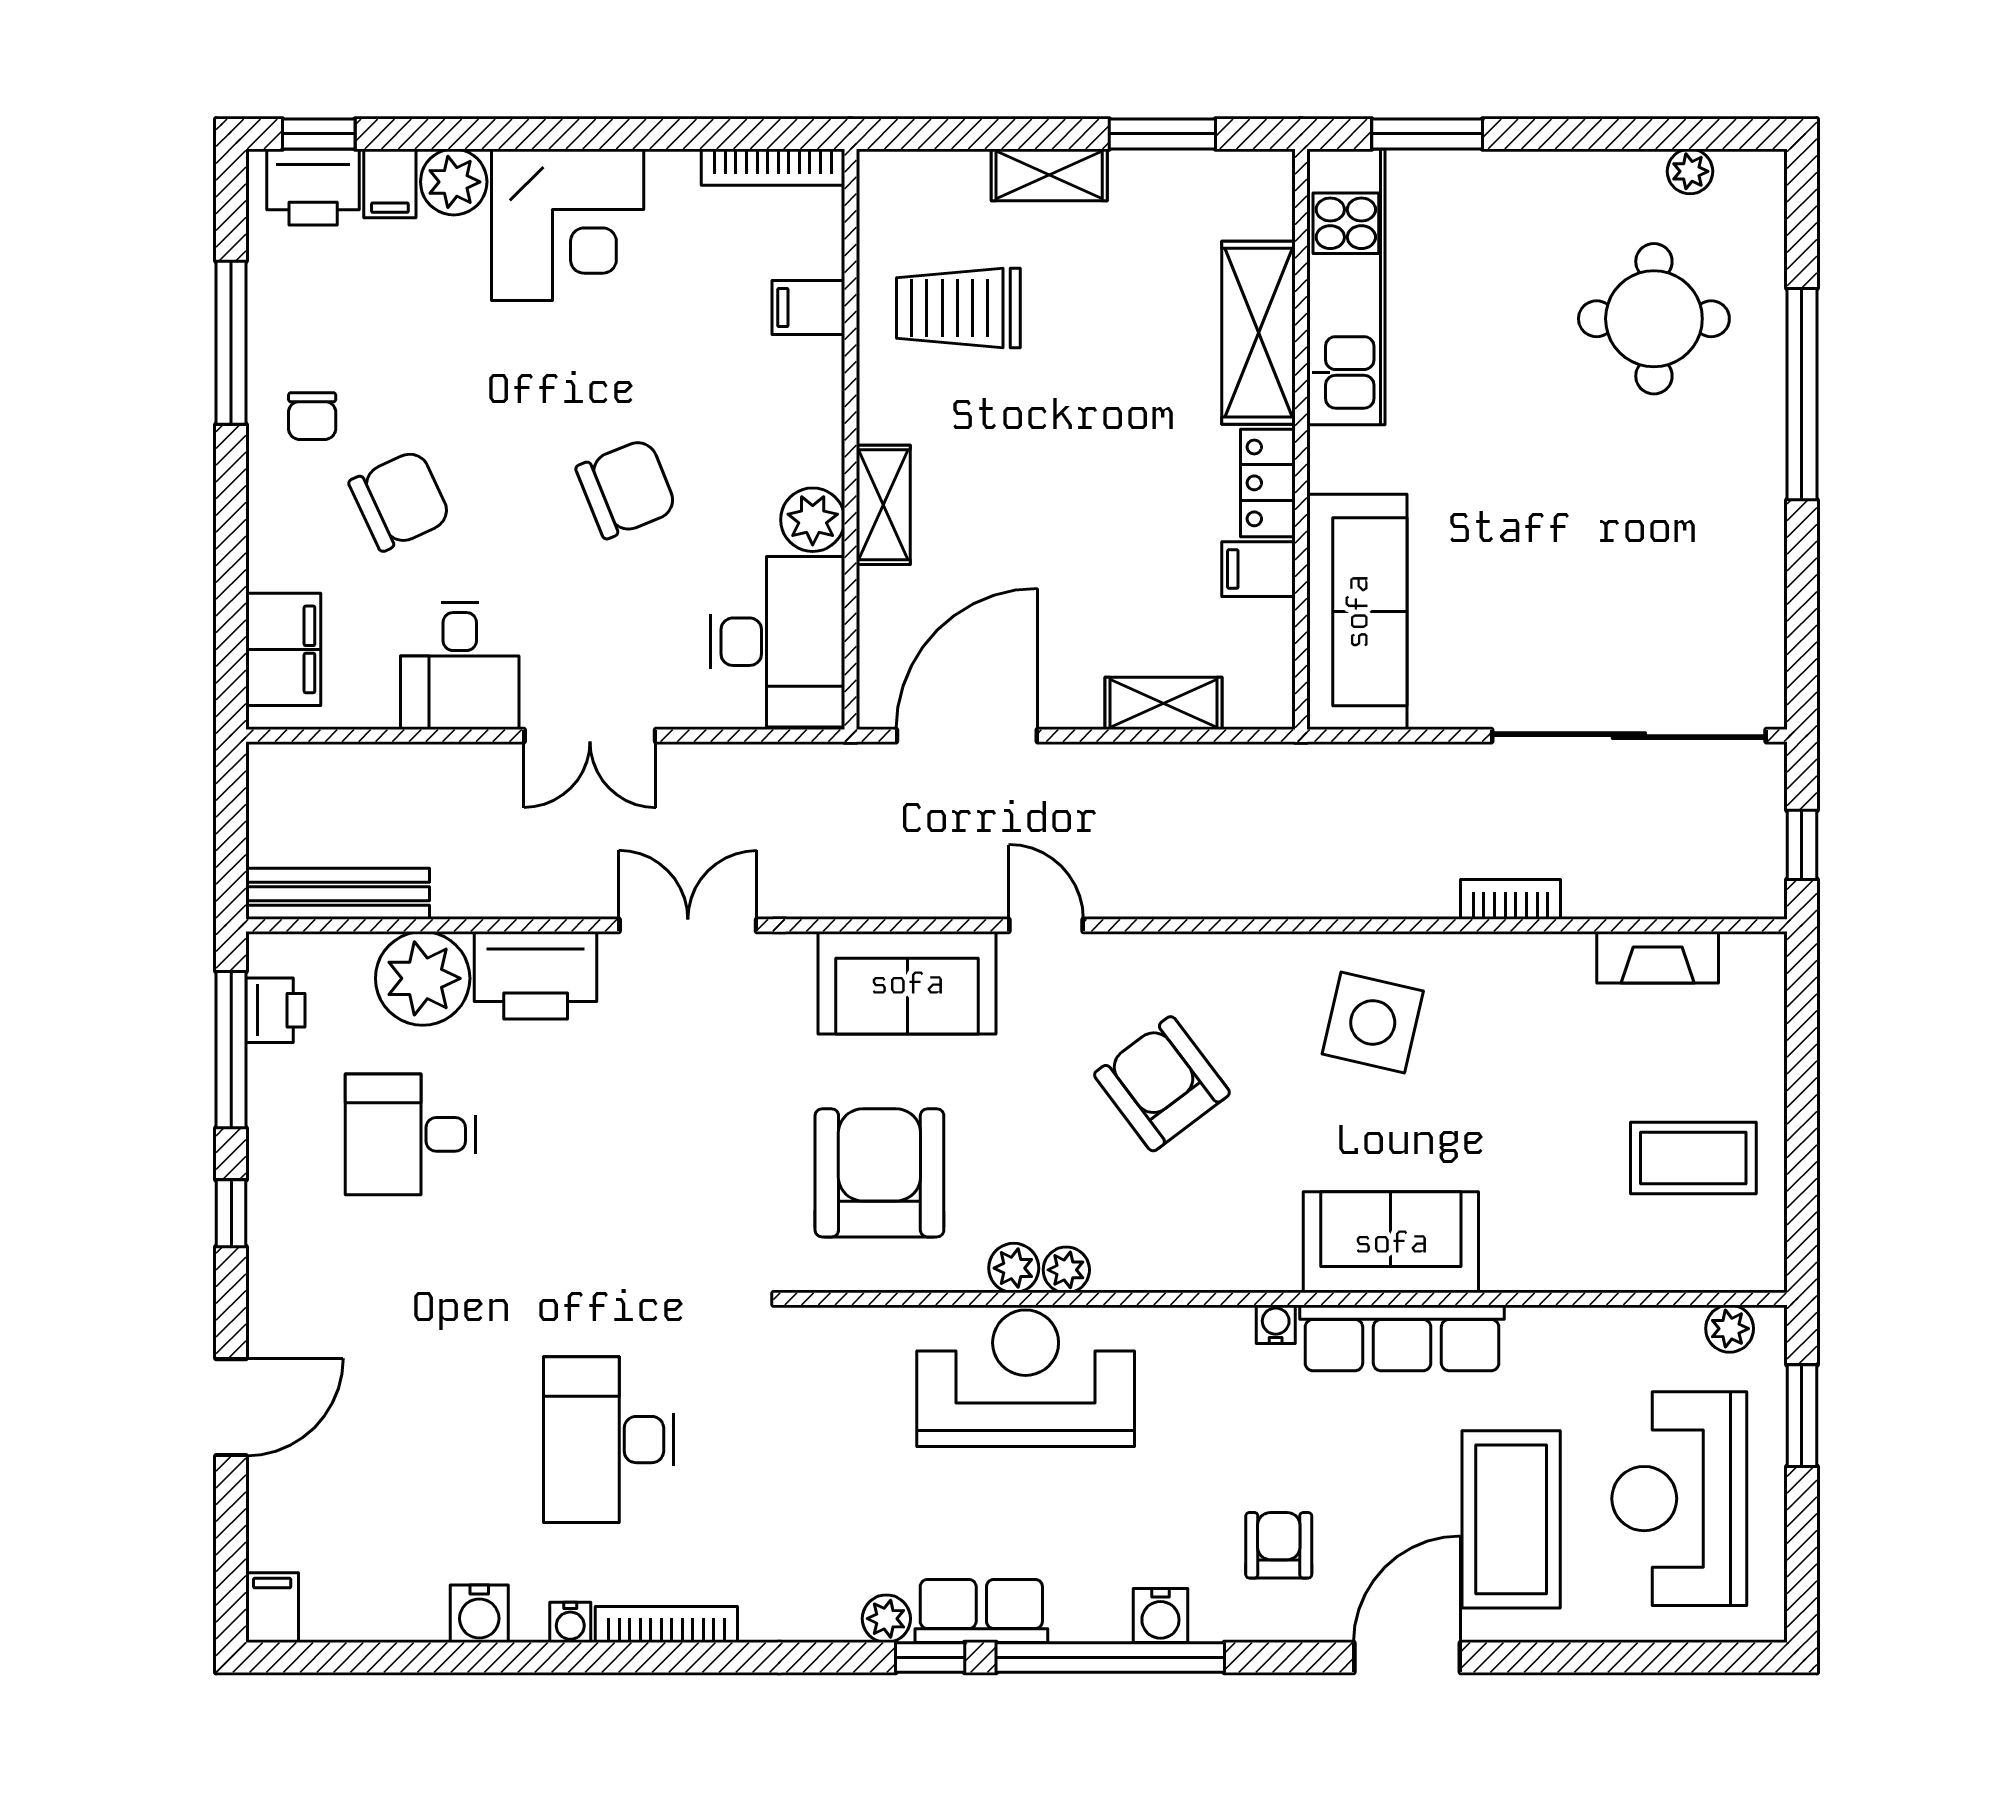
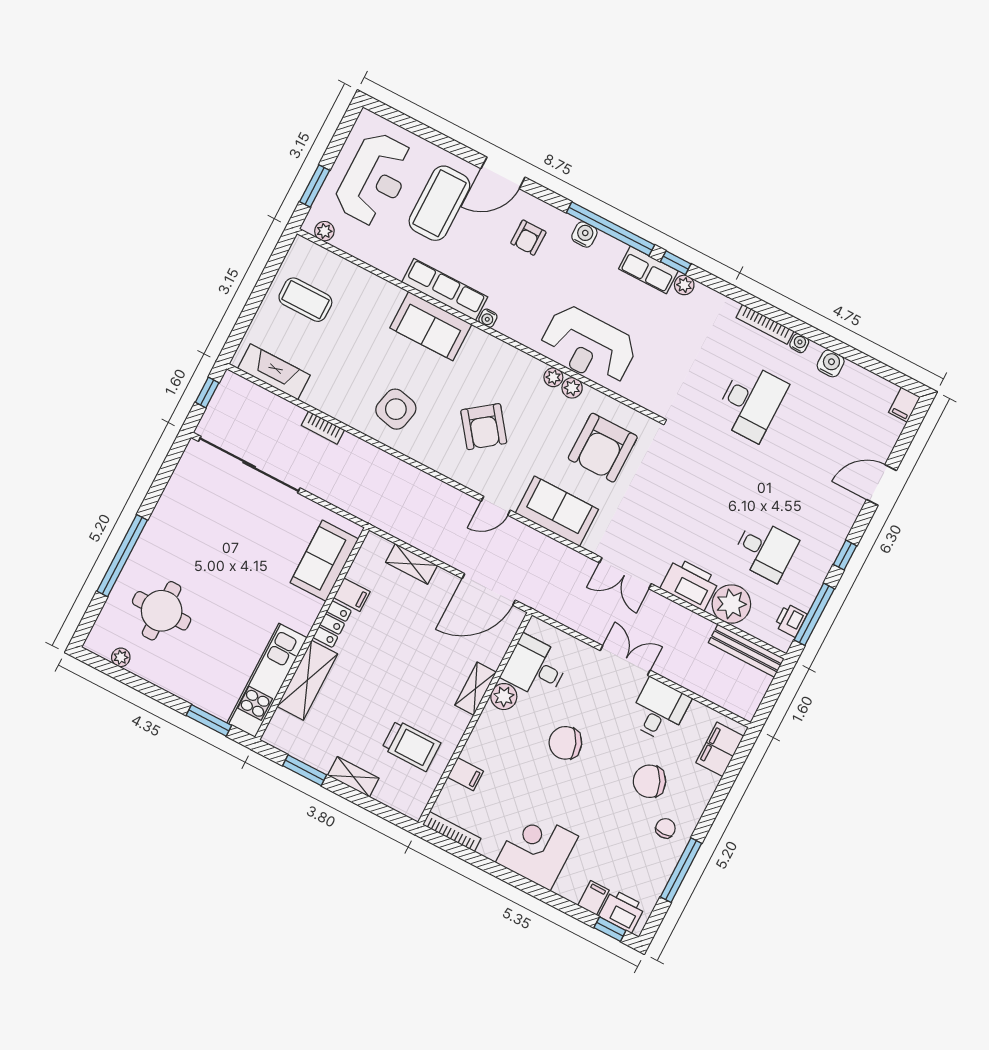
plant: (454, 182) -> (570, 886), removed
sofa: (1357, 612) -> (324, 561), width x0.73
desk: (777, 642) -> (535, 667), width x0.73
door: (1046, 925) -> (496, 506), hinge flipped
fireplace: (1658, 957) -> (274, 372), width x1.37, depth x1.32

